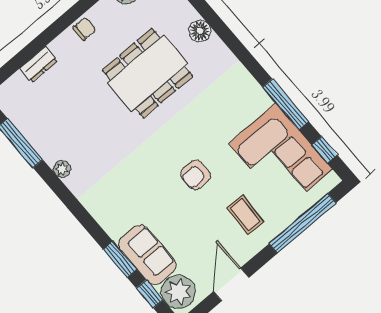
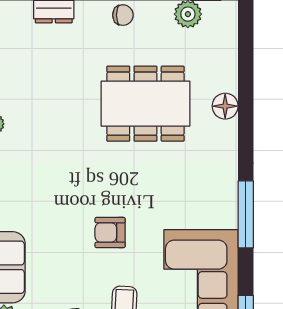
window: (286, 104) -> (246, 214), moved

